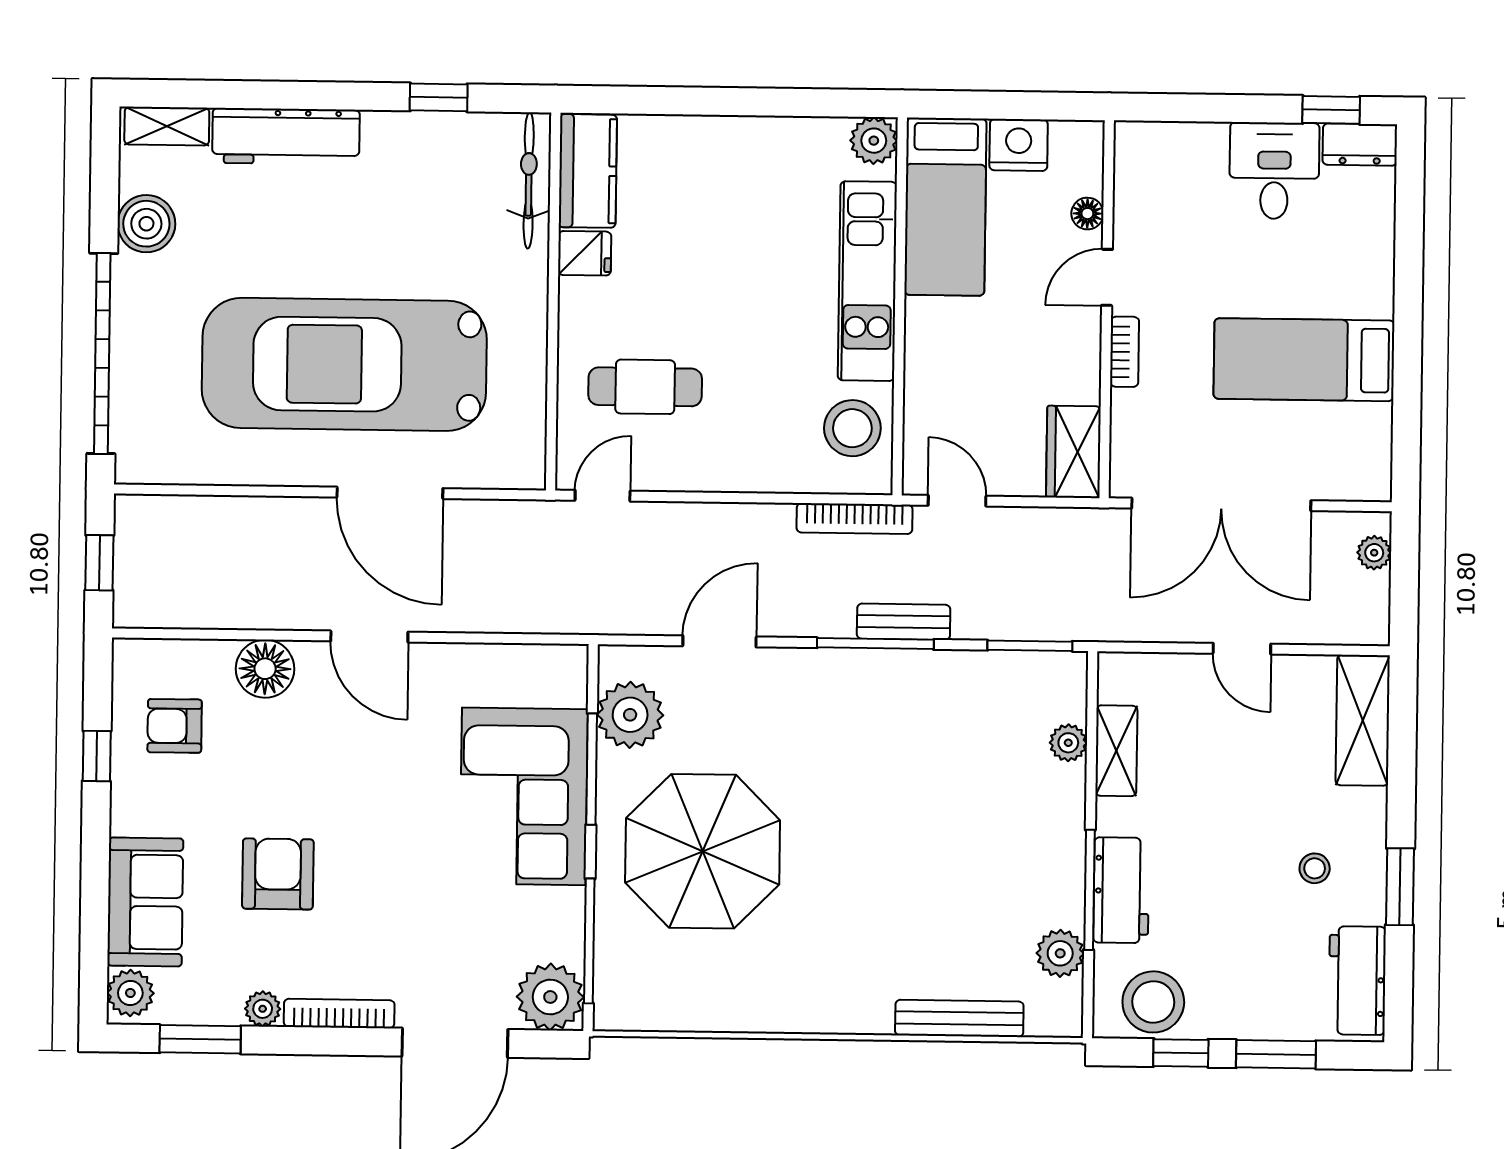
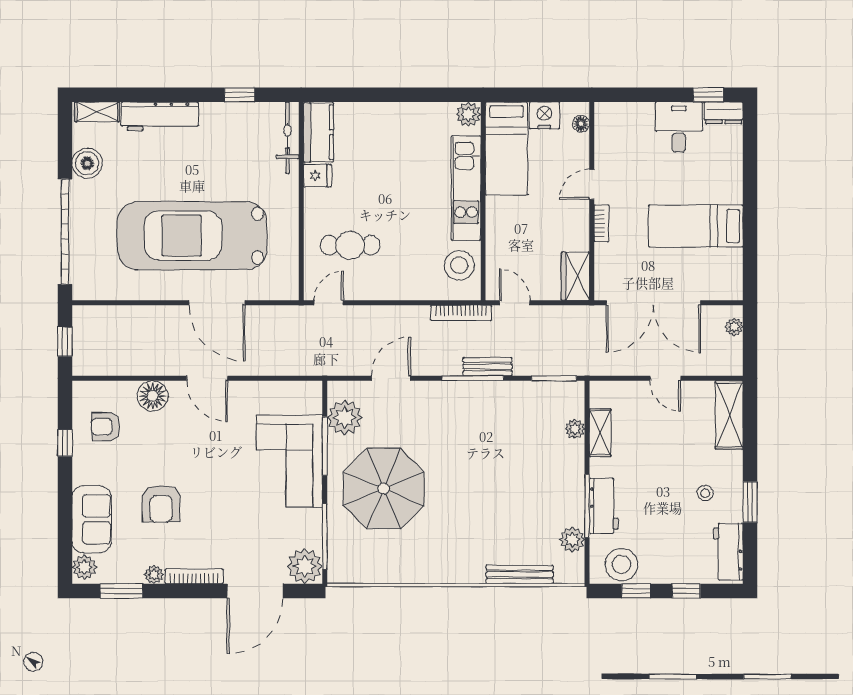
floor lamp: (1087, 214) -> (581, 124), moved
armchair: (278, 874) -> (161, 504), turned 180
window: (1276, 1054) -> (686, 591), width x0.67

